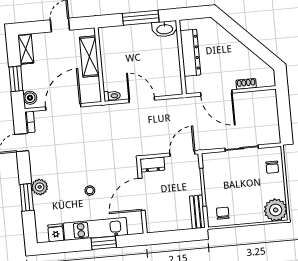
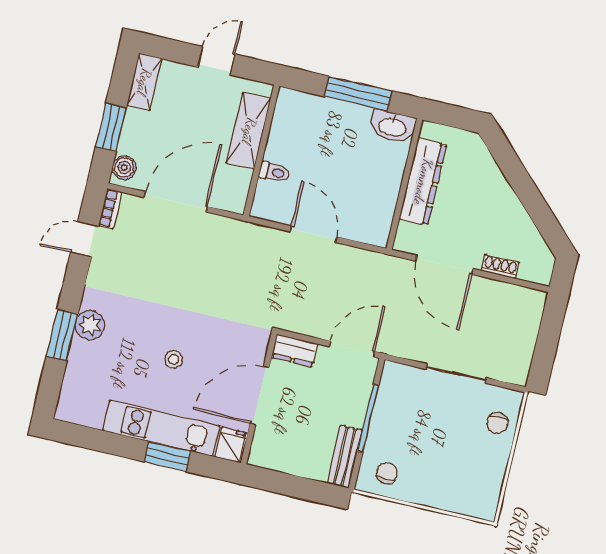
toilet: (112, 96) -> (274, 172), moved
plant: (276, 210) -> (479, 498), removed
fridge: (56, 233) -> (231, 445), moved

